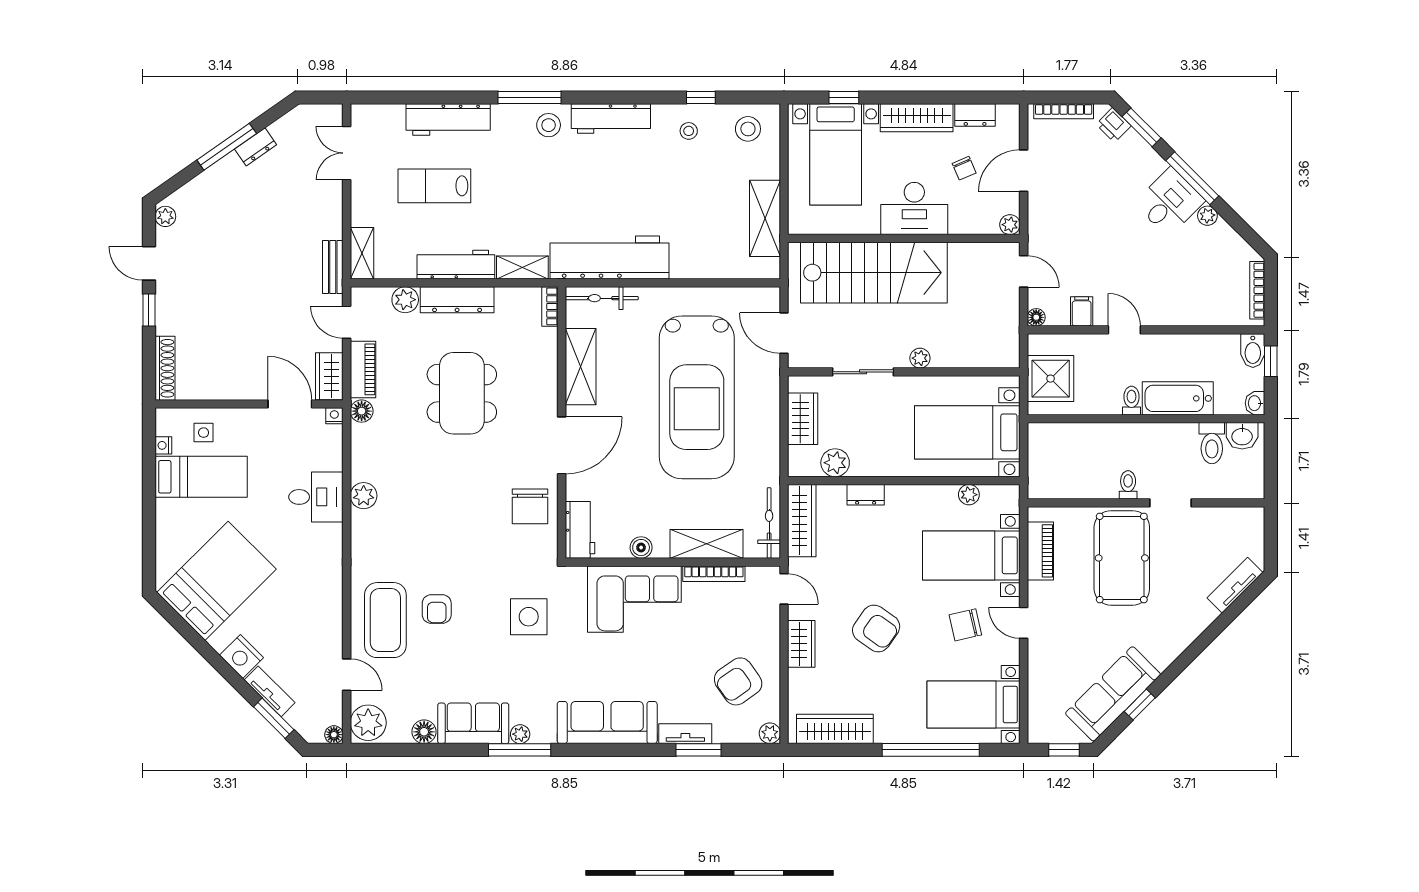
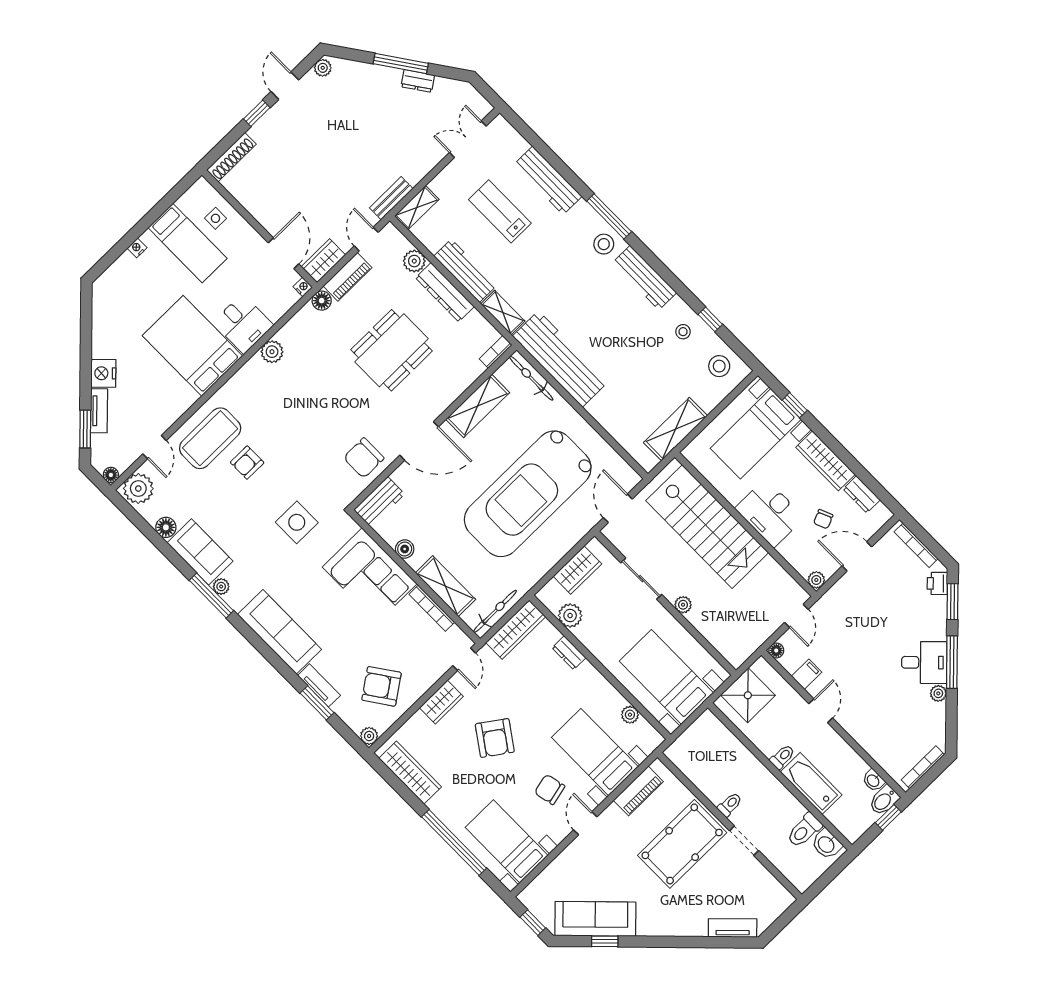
washbasin: (1255, 403) -> (873, 780), moved, turned -90
nightstand: (163, 445) -> (137, 248), moved
bed: (217, 581) -> (192, 346), moved, turned -135

